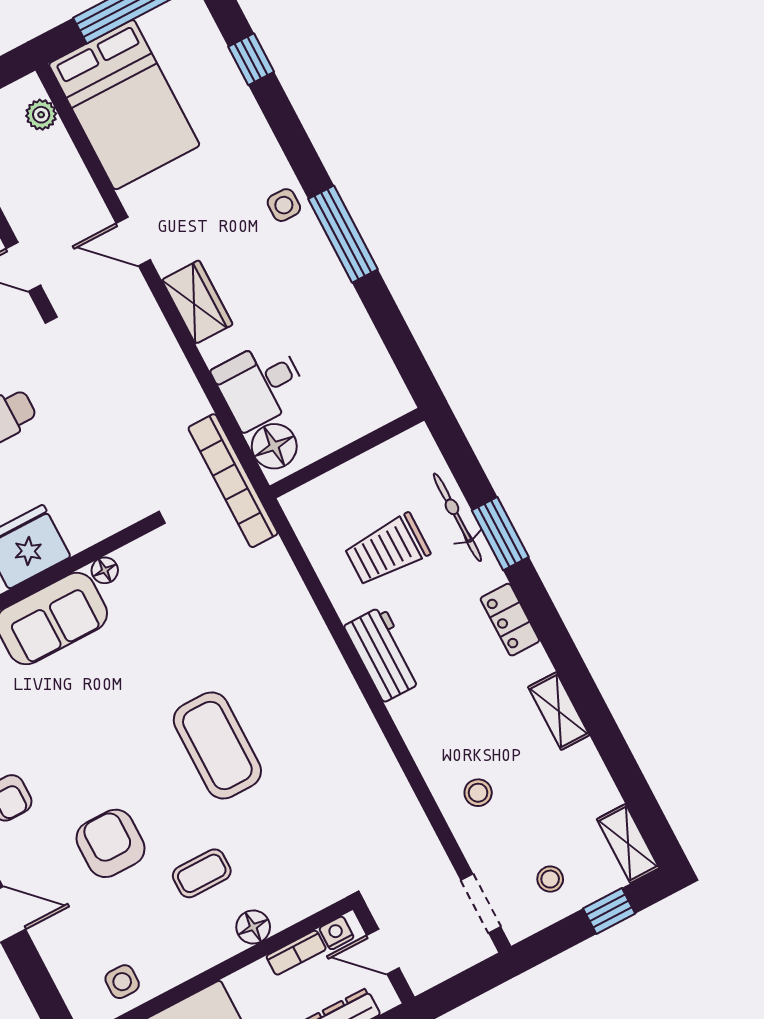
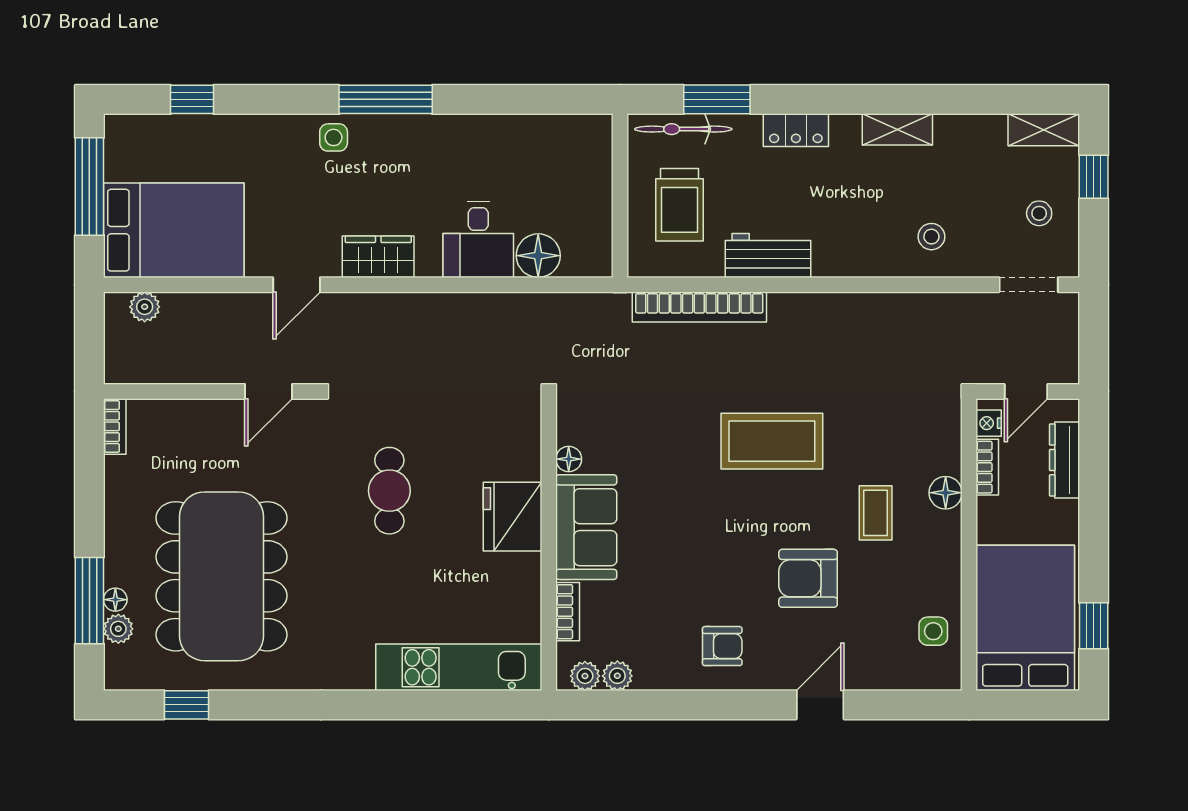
wall: (347, 453) -> (620, 196), moved
bookcase: (233, 481) -> (699, 307), moved

